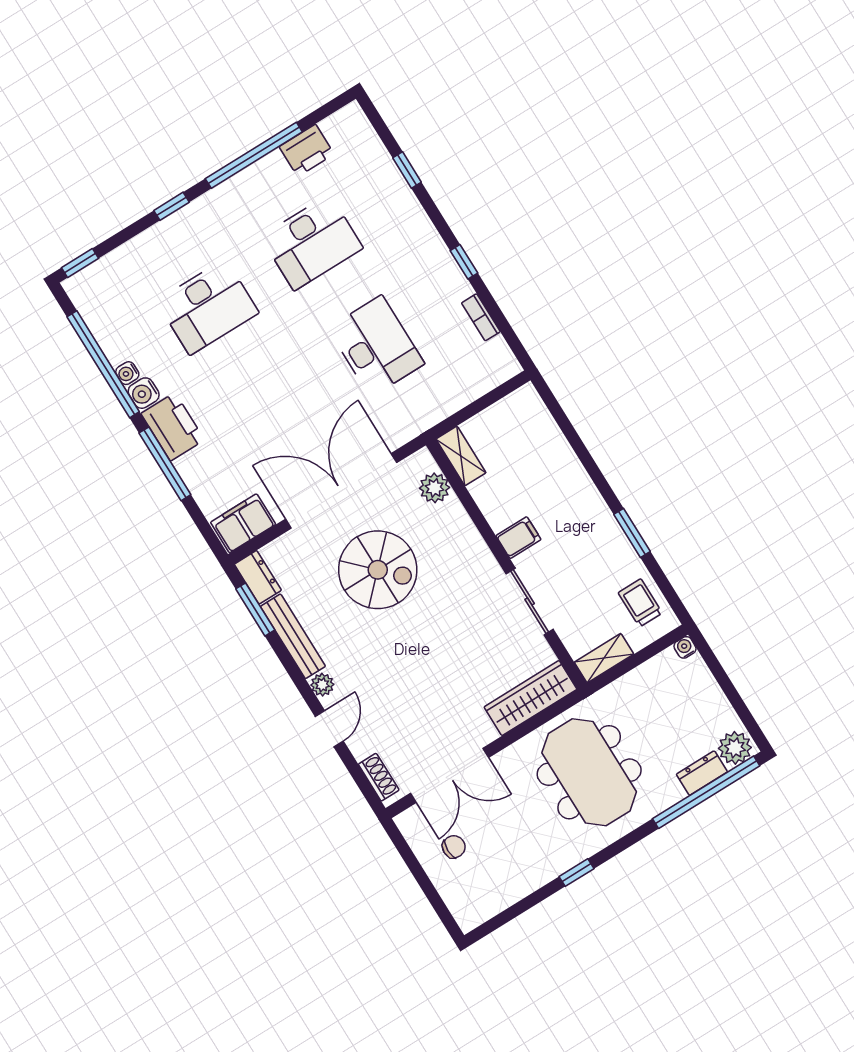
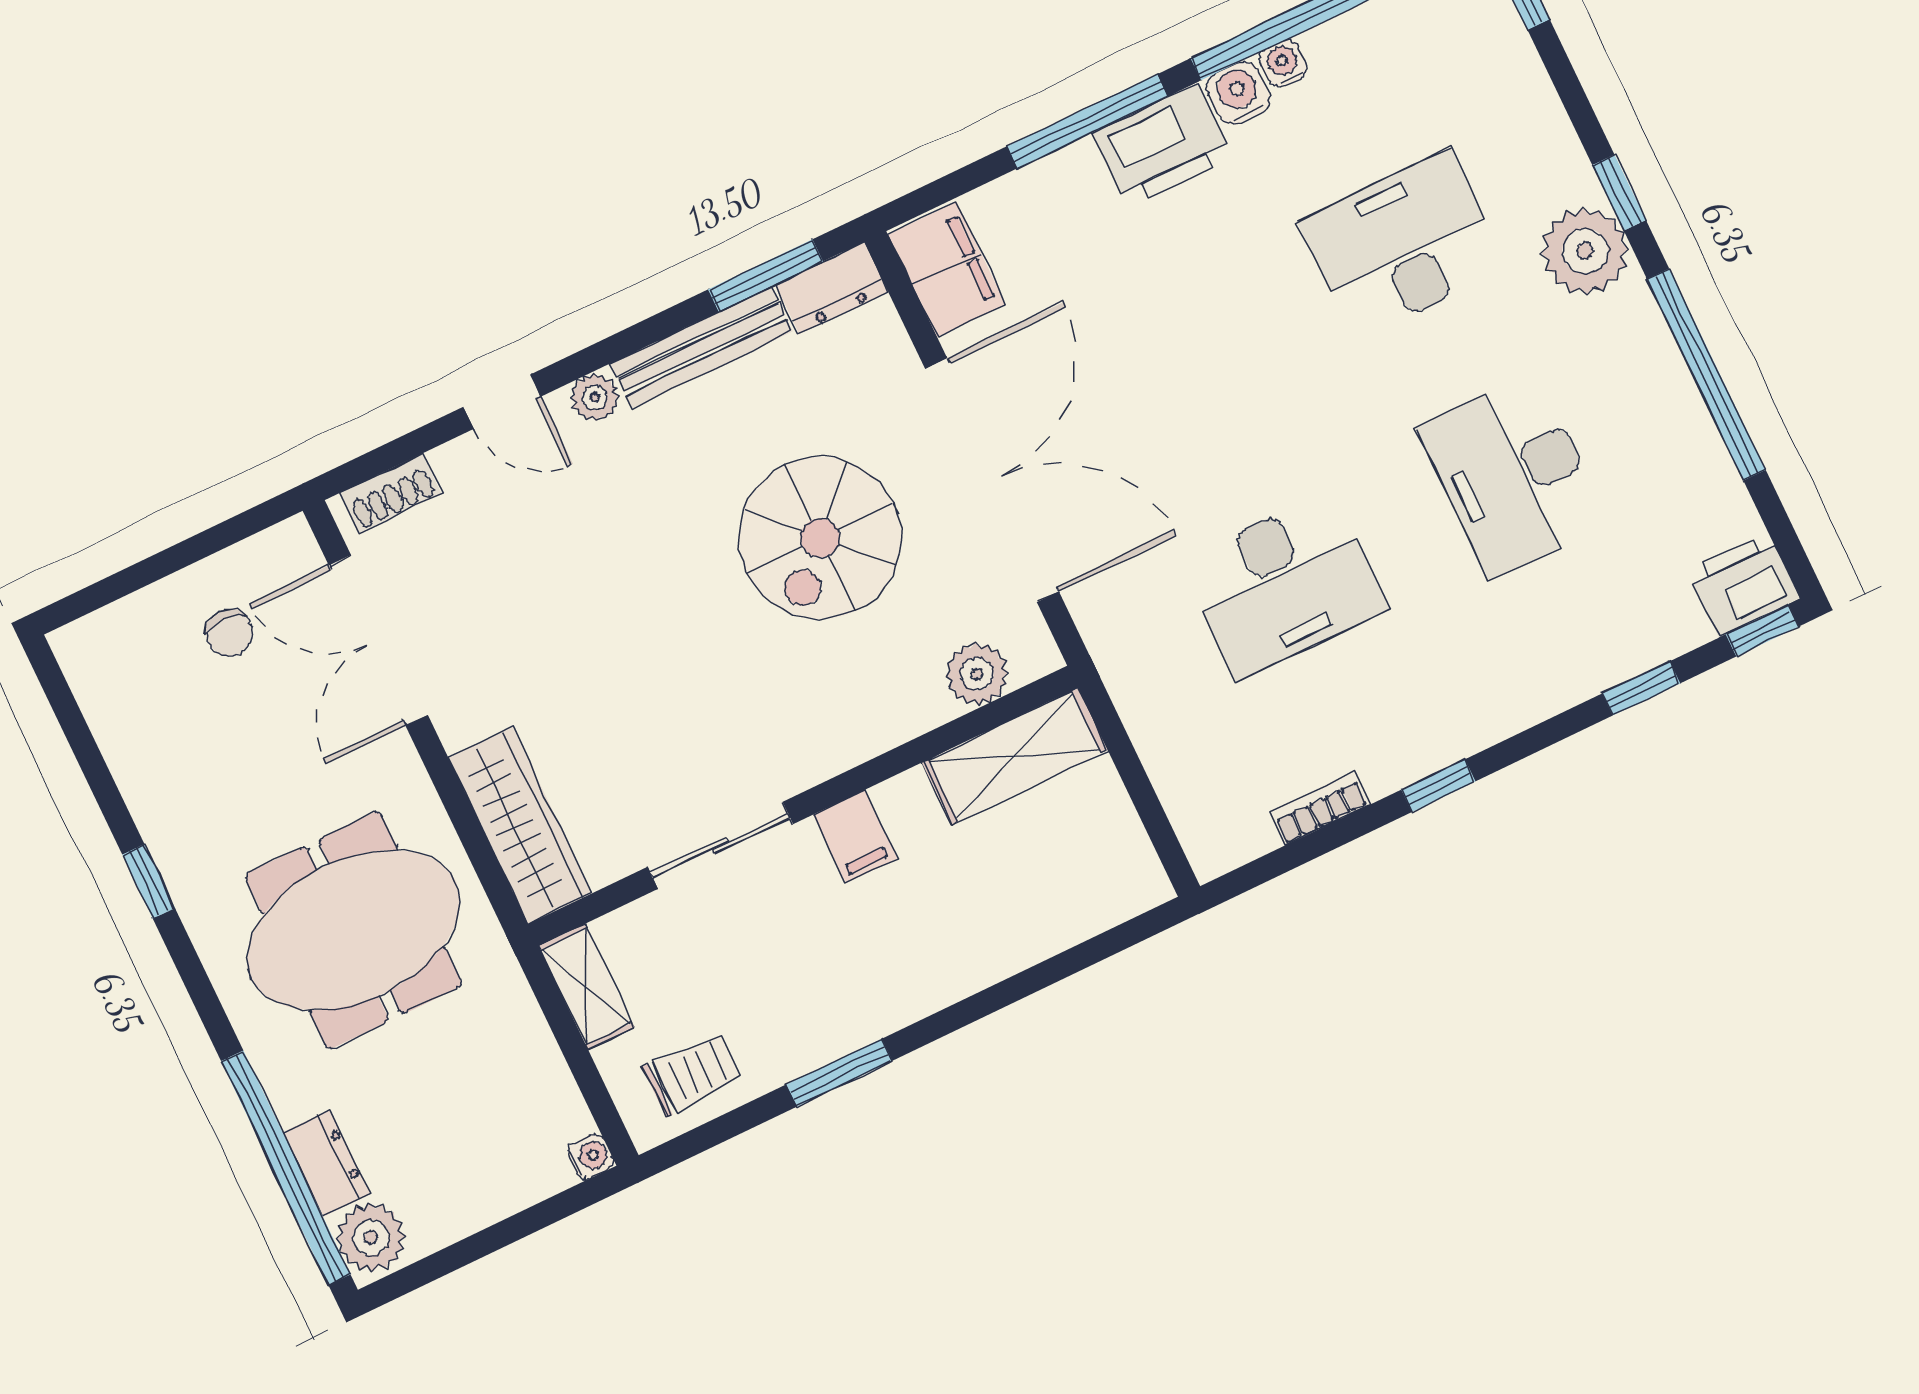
window: (373, 115) -> (1762, 630), added
printer: (307, 150) -> (1744, 585), moved, turned 90
plant: (201, 220) -> (1585, 251), added
desk: (208, 307) -> (1403, 245), turned 90
shelving: (461, 456) -> (1015, 756), width x1.50, depth x1.33

